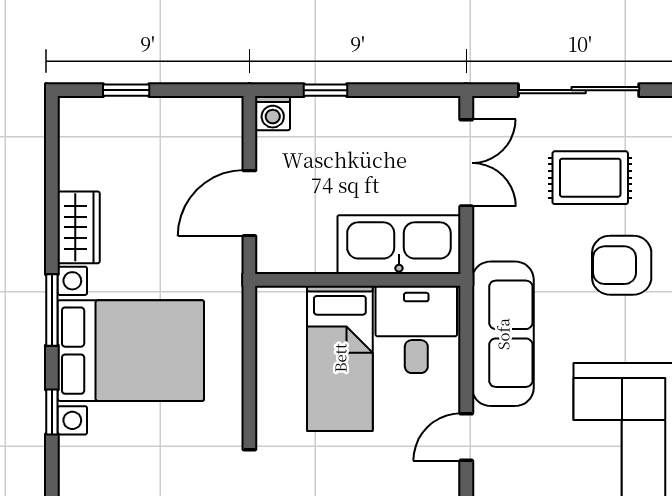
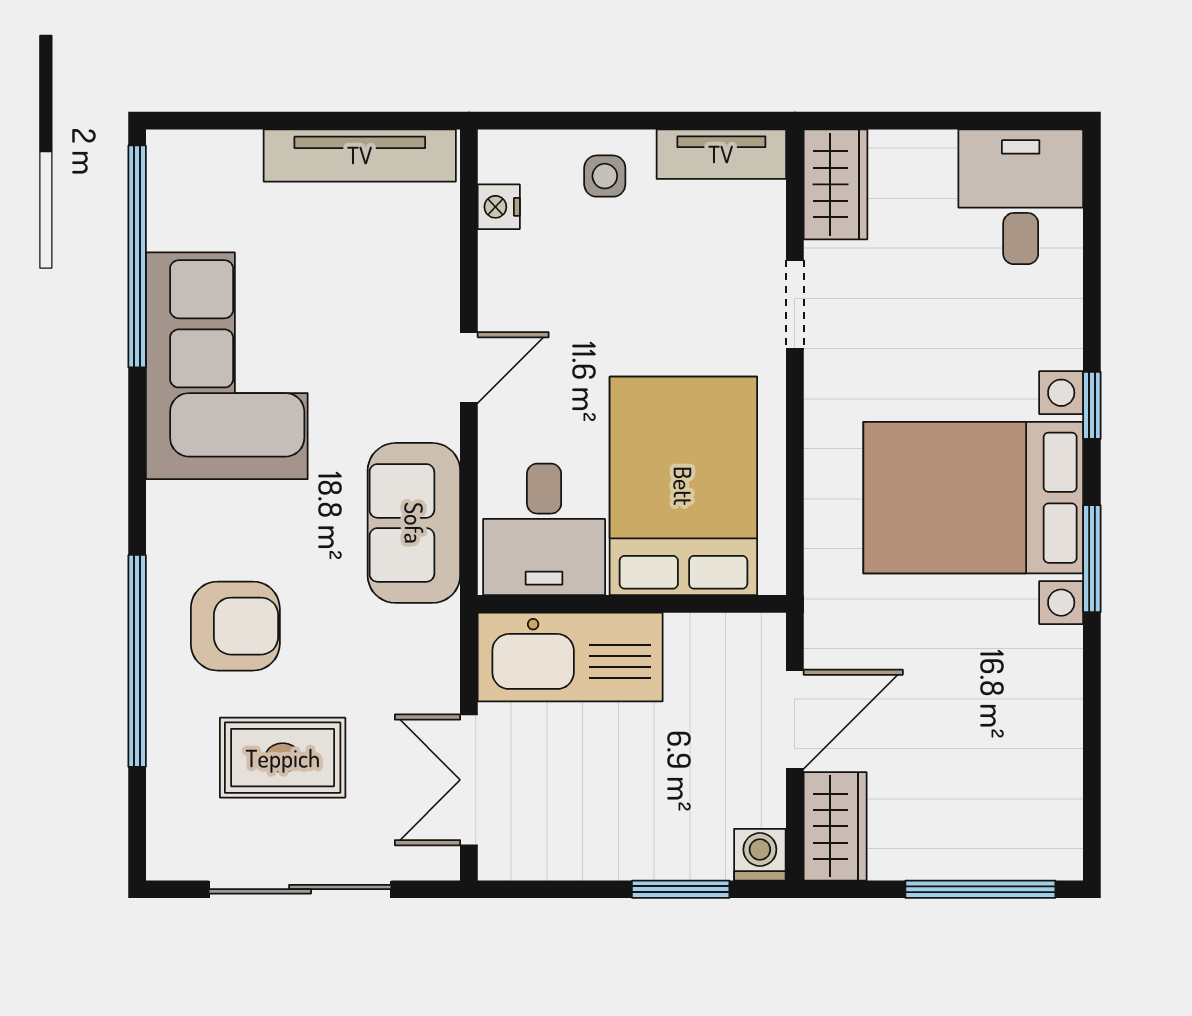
window: (126, 90) -> (980, 889), width x2.17
window: (325, 90) -> (681, 889), width x1.50
wardrobe: (79, 227) -> (835, 826), moved, turned 180
sofa: (503, 334) -> (414, 523), width x0.73
bed: (340, 358) -> (683, 486), width x1.50

